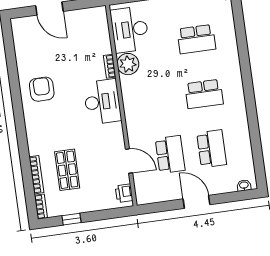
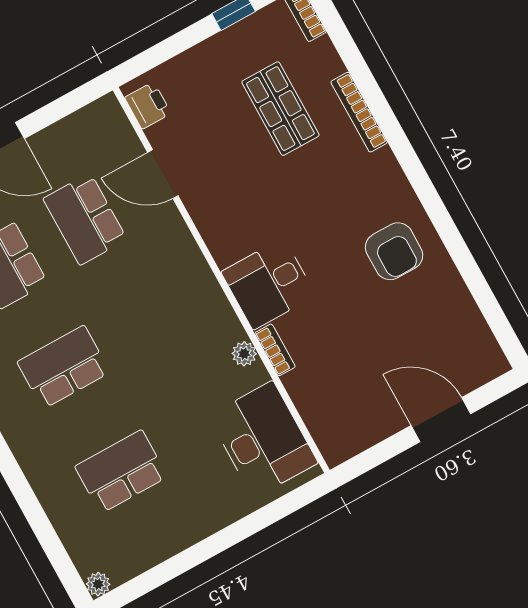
plant: (128, 64) -> (244, 354), width x0.53, depth x0.53
desk: (102, 102) -> (268, 284), width x0.73
bookcase: (36, 175) -> (359, 112), moved

